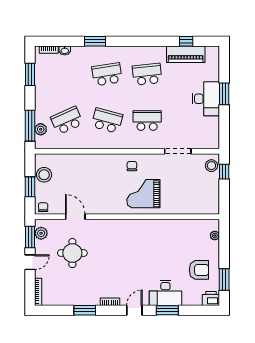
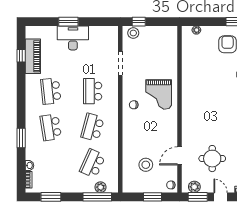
school desk: (67, 121) -> (93, 163), turned 48
stool: (44, 175) -> (146, 165), moved

